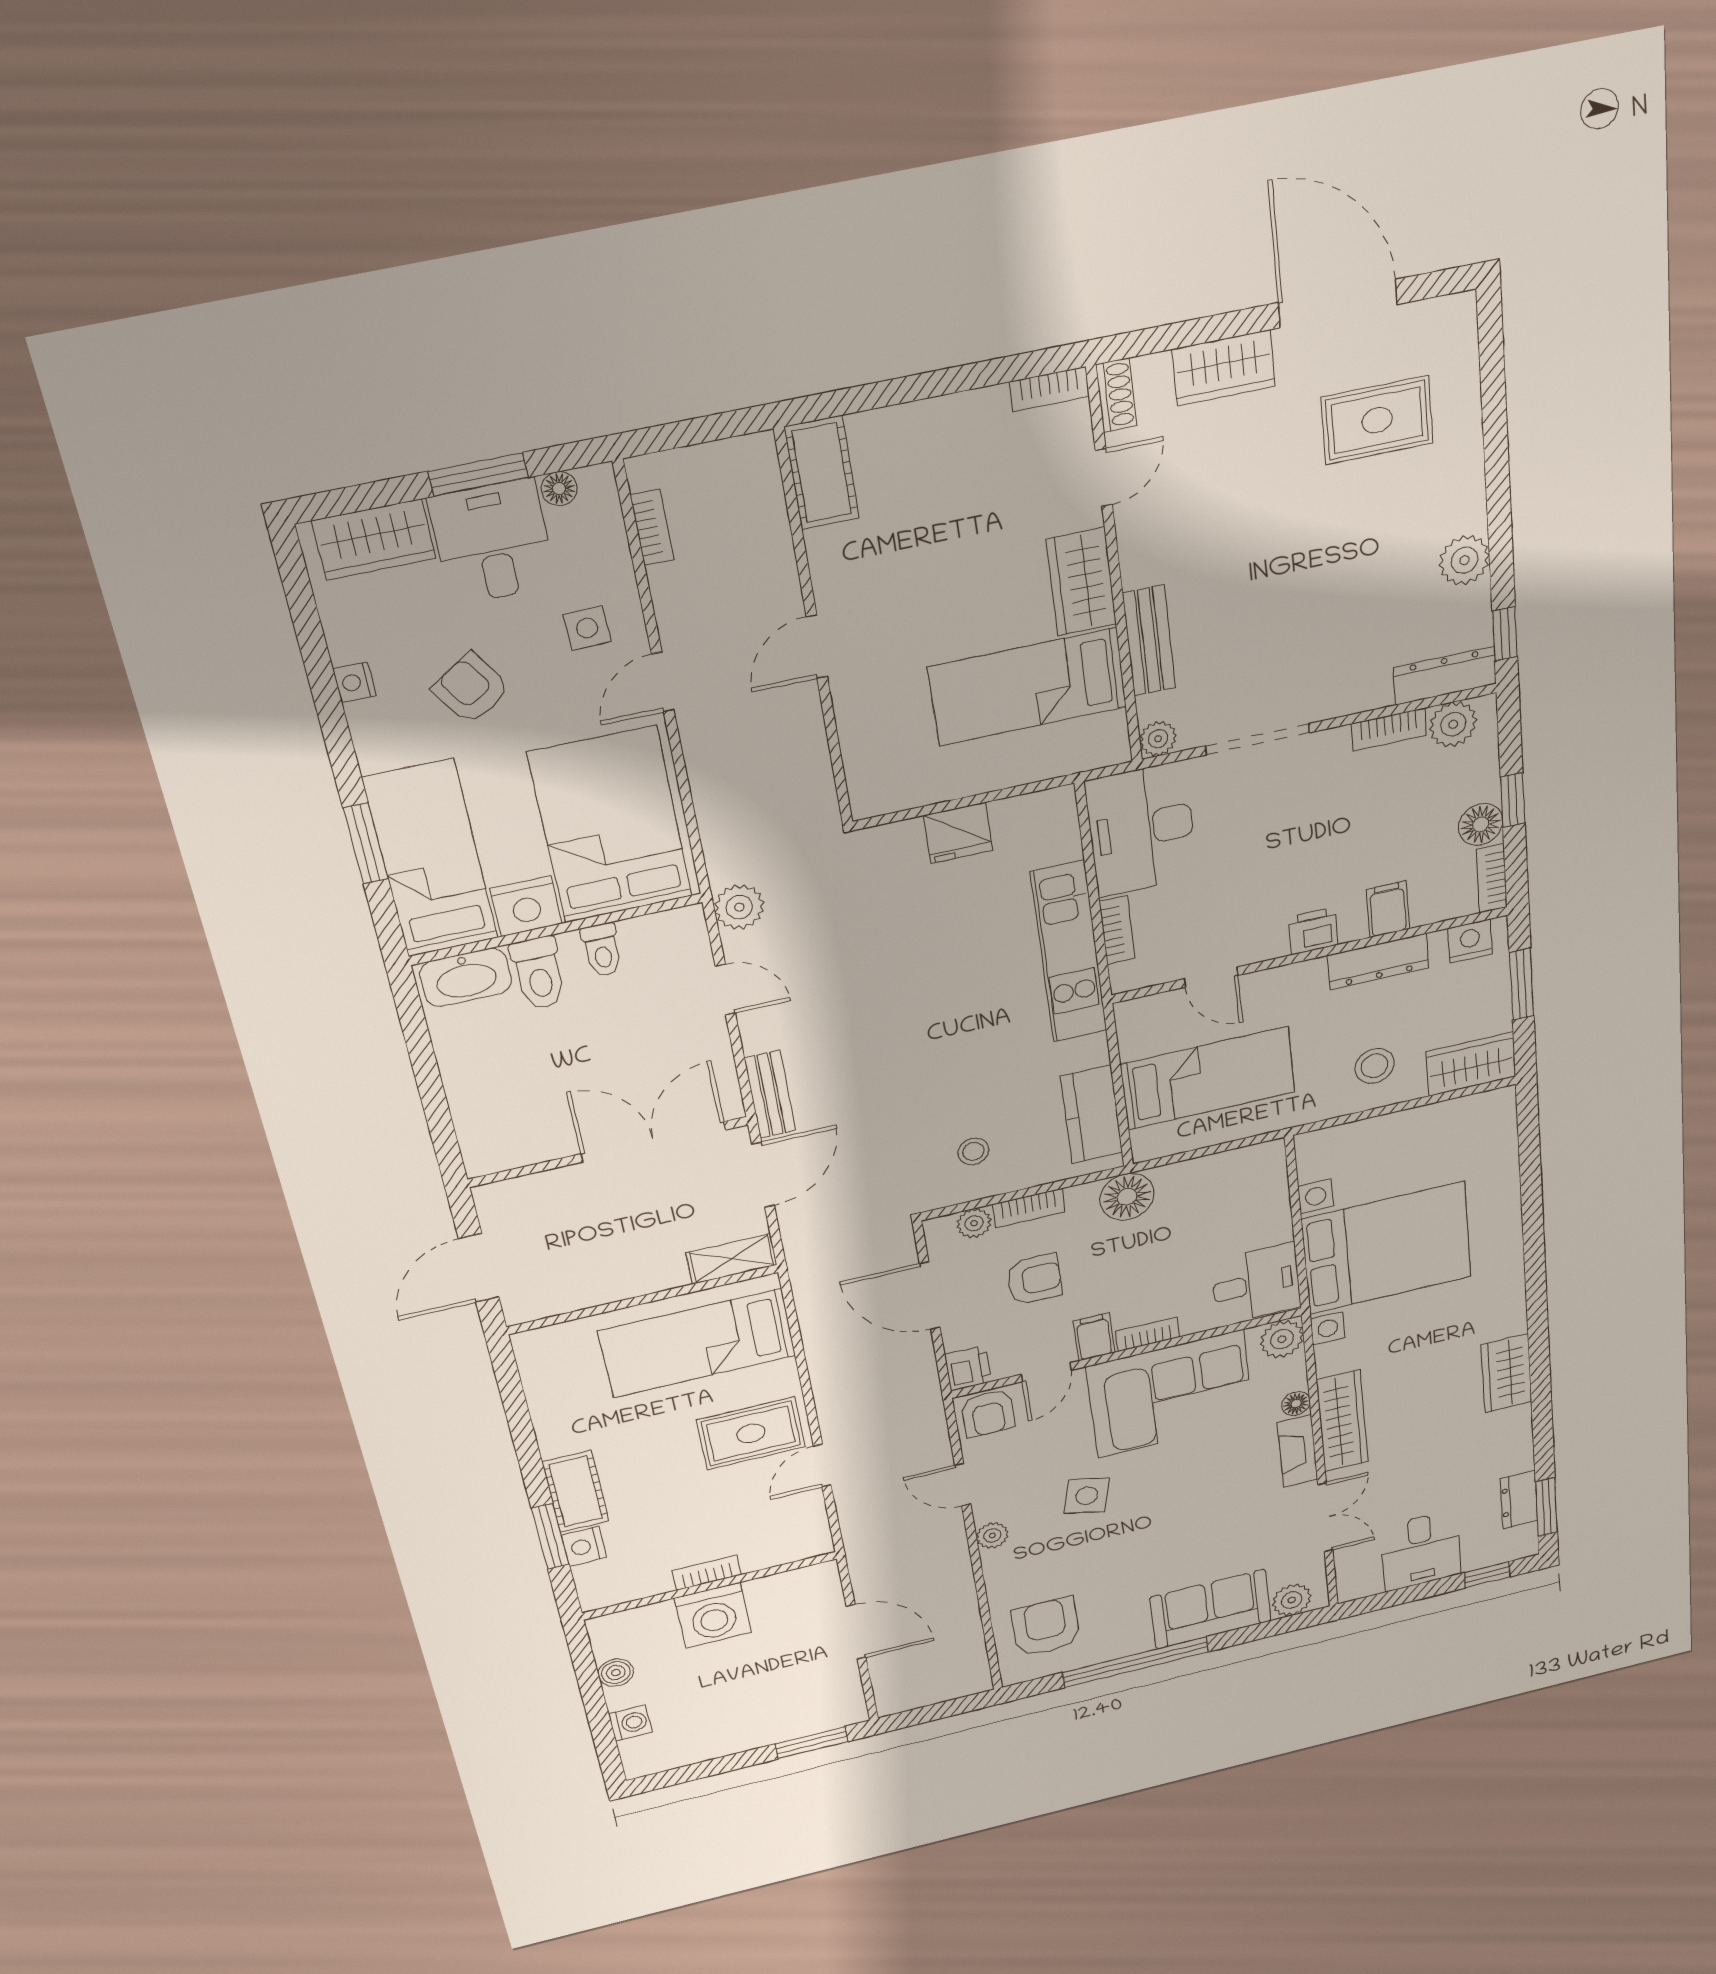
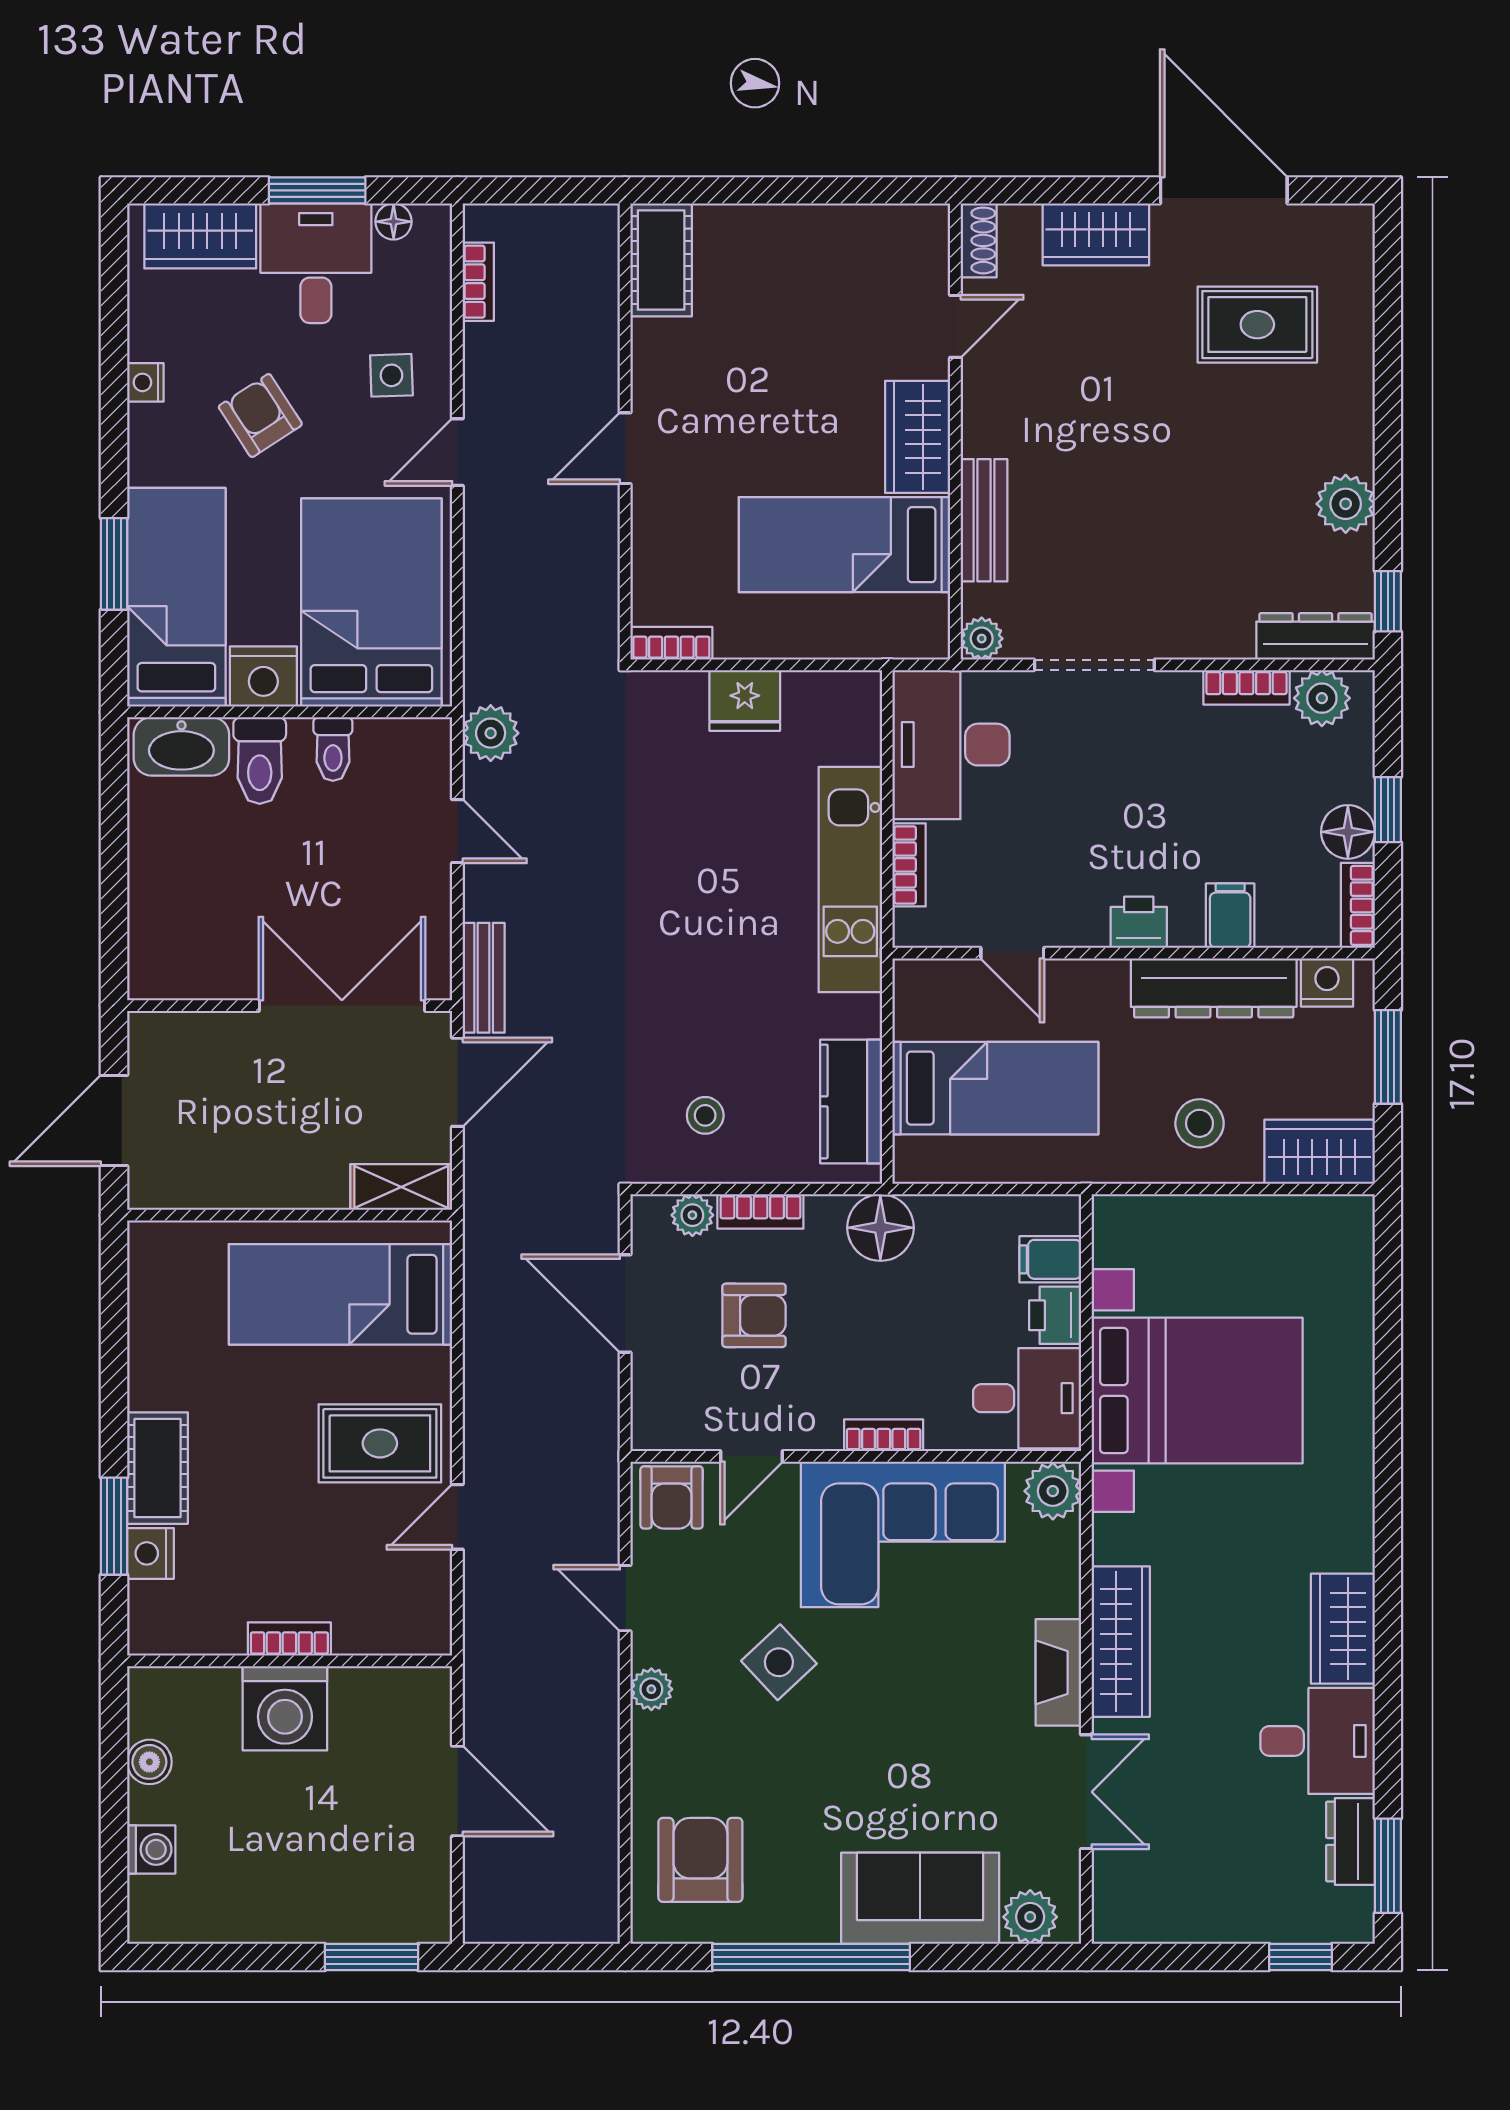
bookcase: (1049, 389) -> (671, 643), moved, turned 180
dresser: (1378, 961) -> (1214, 988), width x1.37, depth x1.24
filing cabinet: (1094, 1337) -> (1050, 1259), moved, turned -90
printer: (968, 1368) -> (1055, 1315), moved, turned 180
floor lamp: (1296, 1404) -> (1063, 1596), removed
side table: (1087, 1496) -> (779, 1662), turned 33
desk: (1421, 1550) -> (1318, 1741), moved, turned -90

